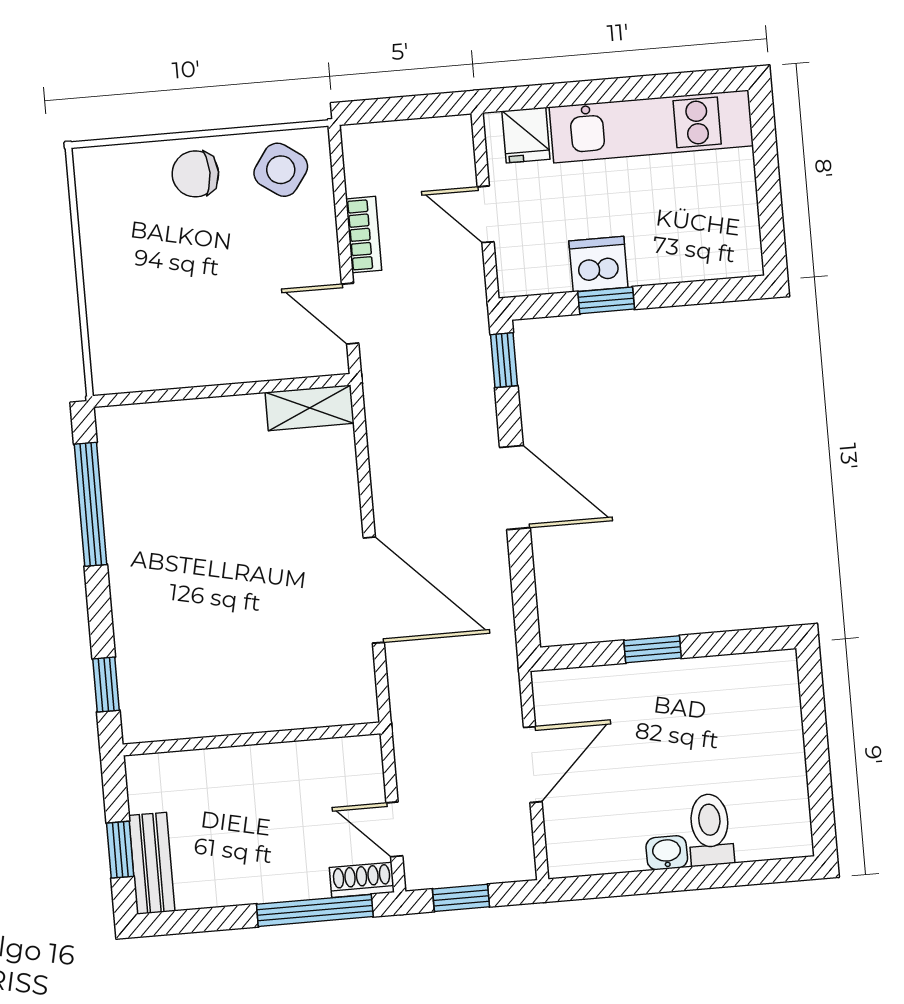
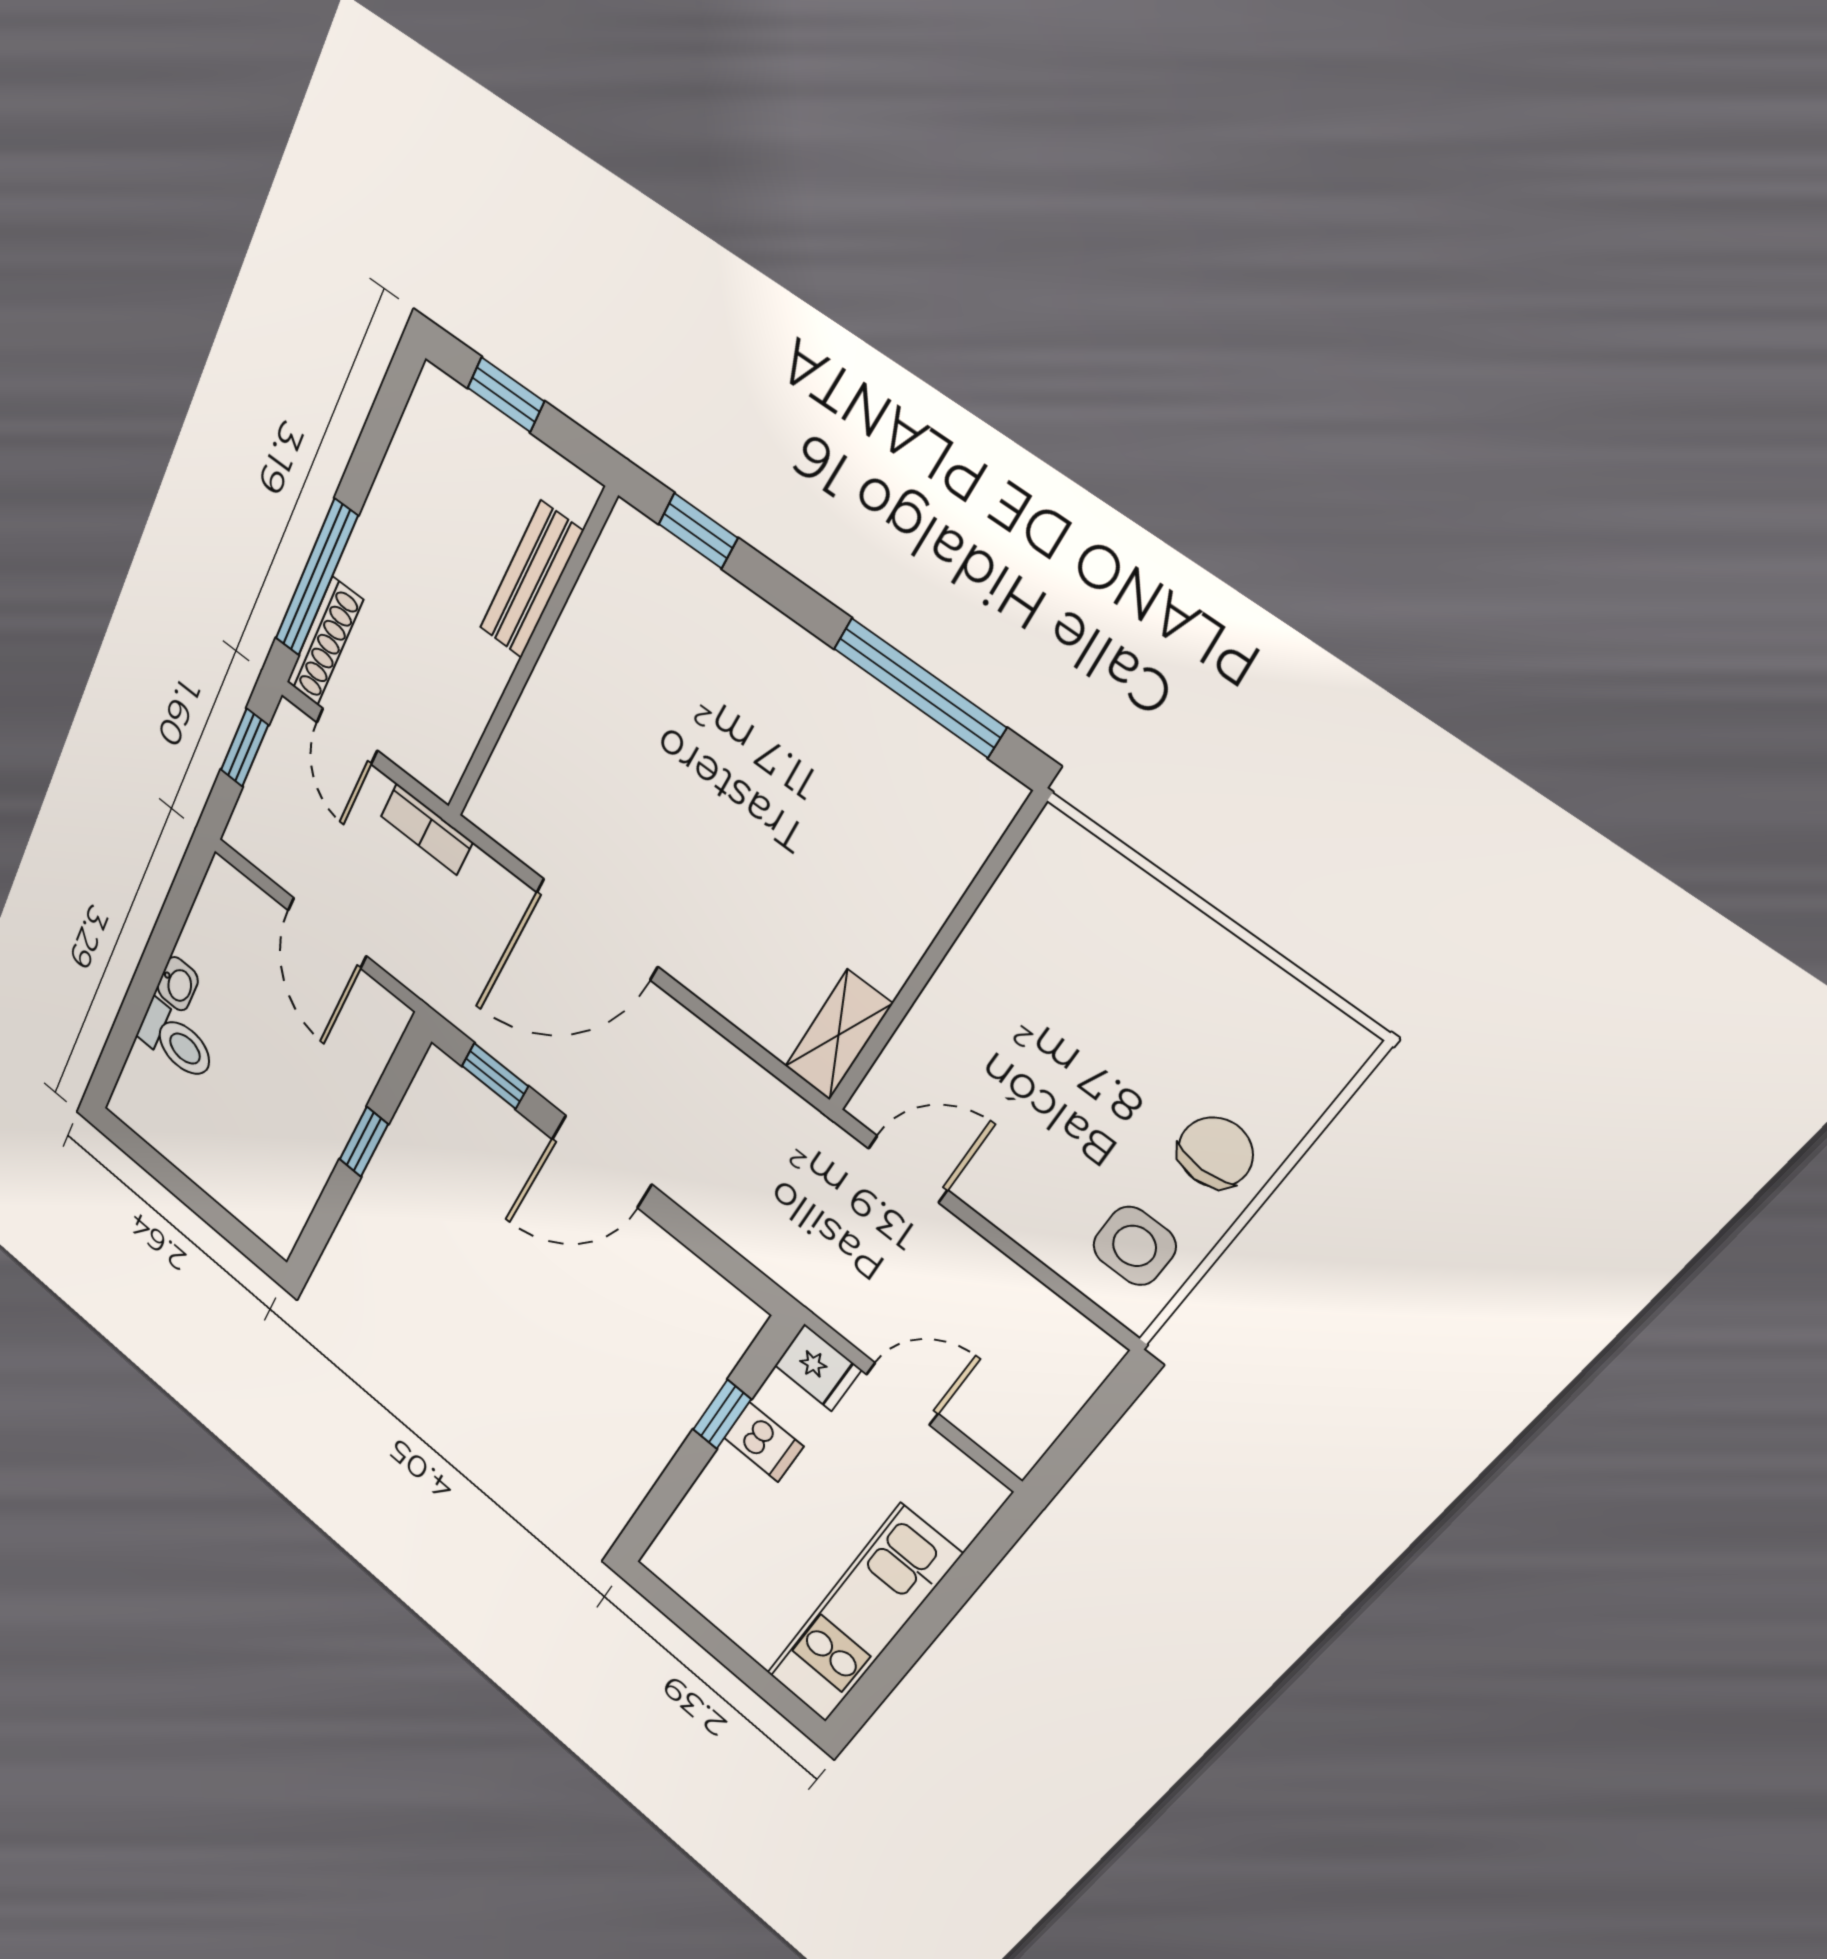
fridge: (526, 135) -> (818, 1368), moved, turned 180
side table: (281, 170) -> (1135, 1246), turned -35
bookcase: (364, 235) -> (427, 829), moved
dishwasher: (598, 264) -> (764, 1442), width x0.73
window: (504, 360) -> (495, 1076), moved
door: (394, 829) -> (347, 736), swing flipped
bench: (152, 863) -> (531, 580), moved, turned 90
shoe rack: (362, 880) -> (325, 641), width x1.43

